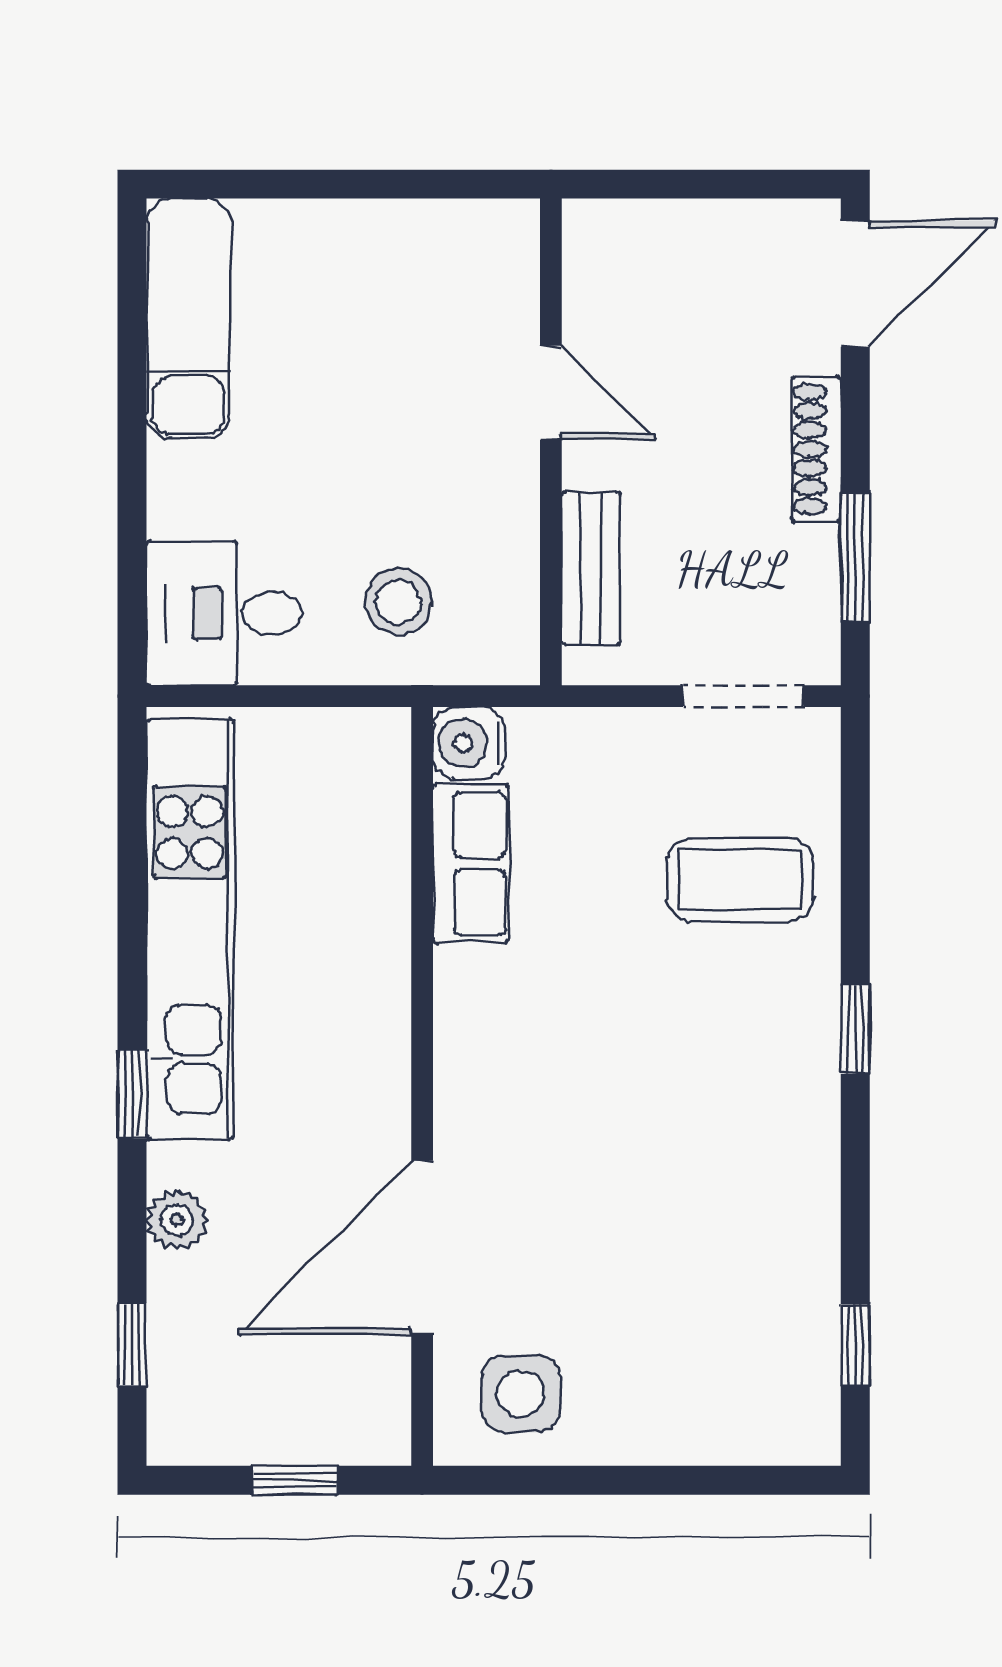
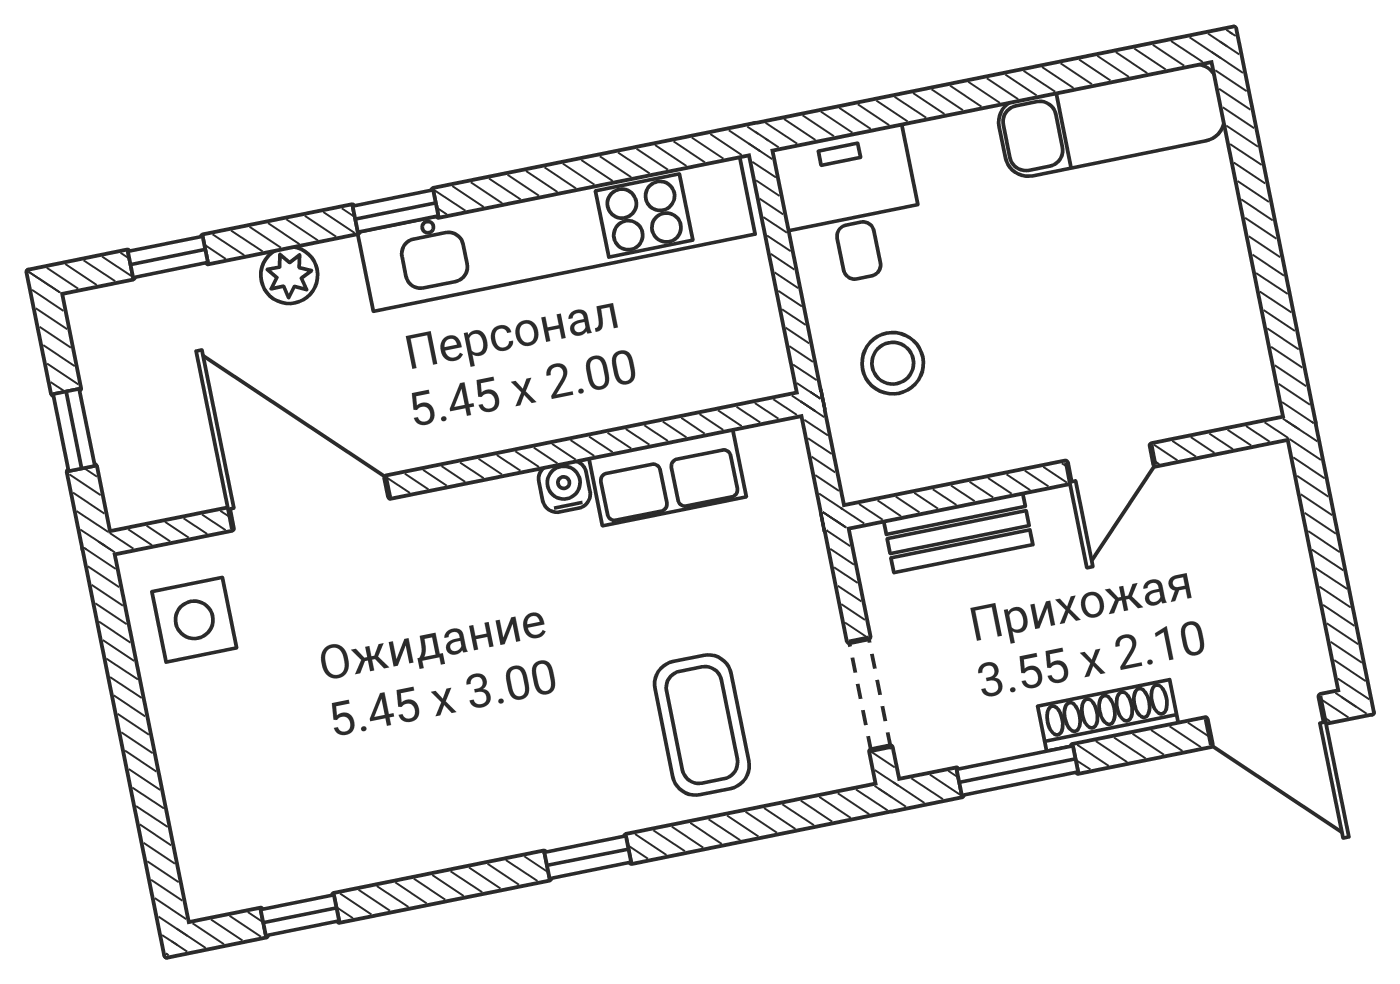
water cooler: (469, 743) -> (564, 486), moved, width x0.72, depth x0.72

